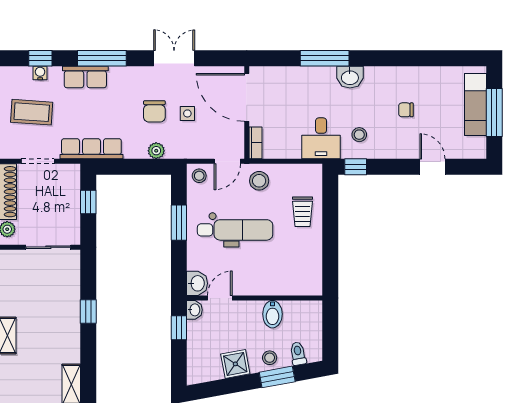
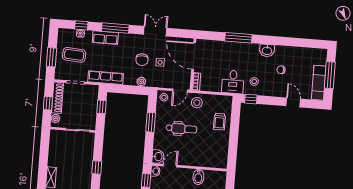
washbasin: (350, 77) -> (267, 50), moved
exam couch: (476, 104) -> (319, 83), moved
dental chair: (235, 230) -> (181, 129), width x0.73, depth x0.72

